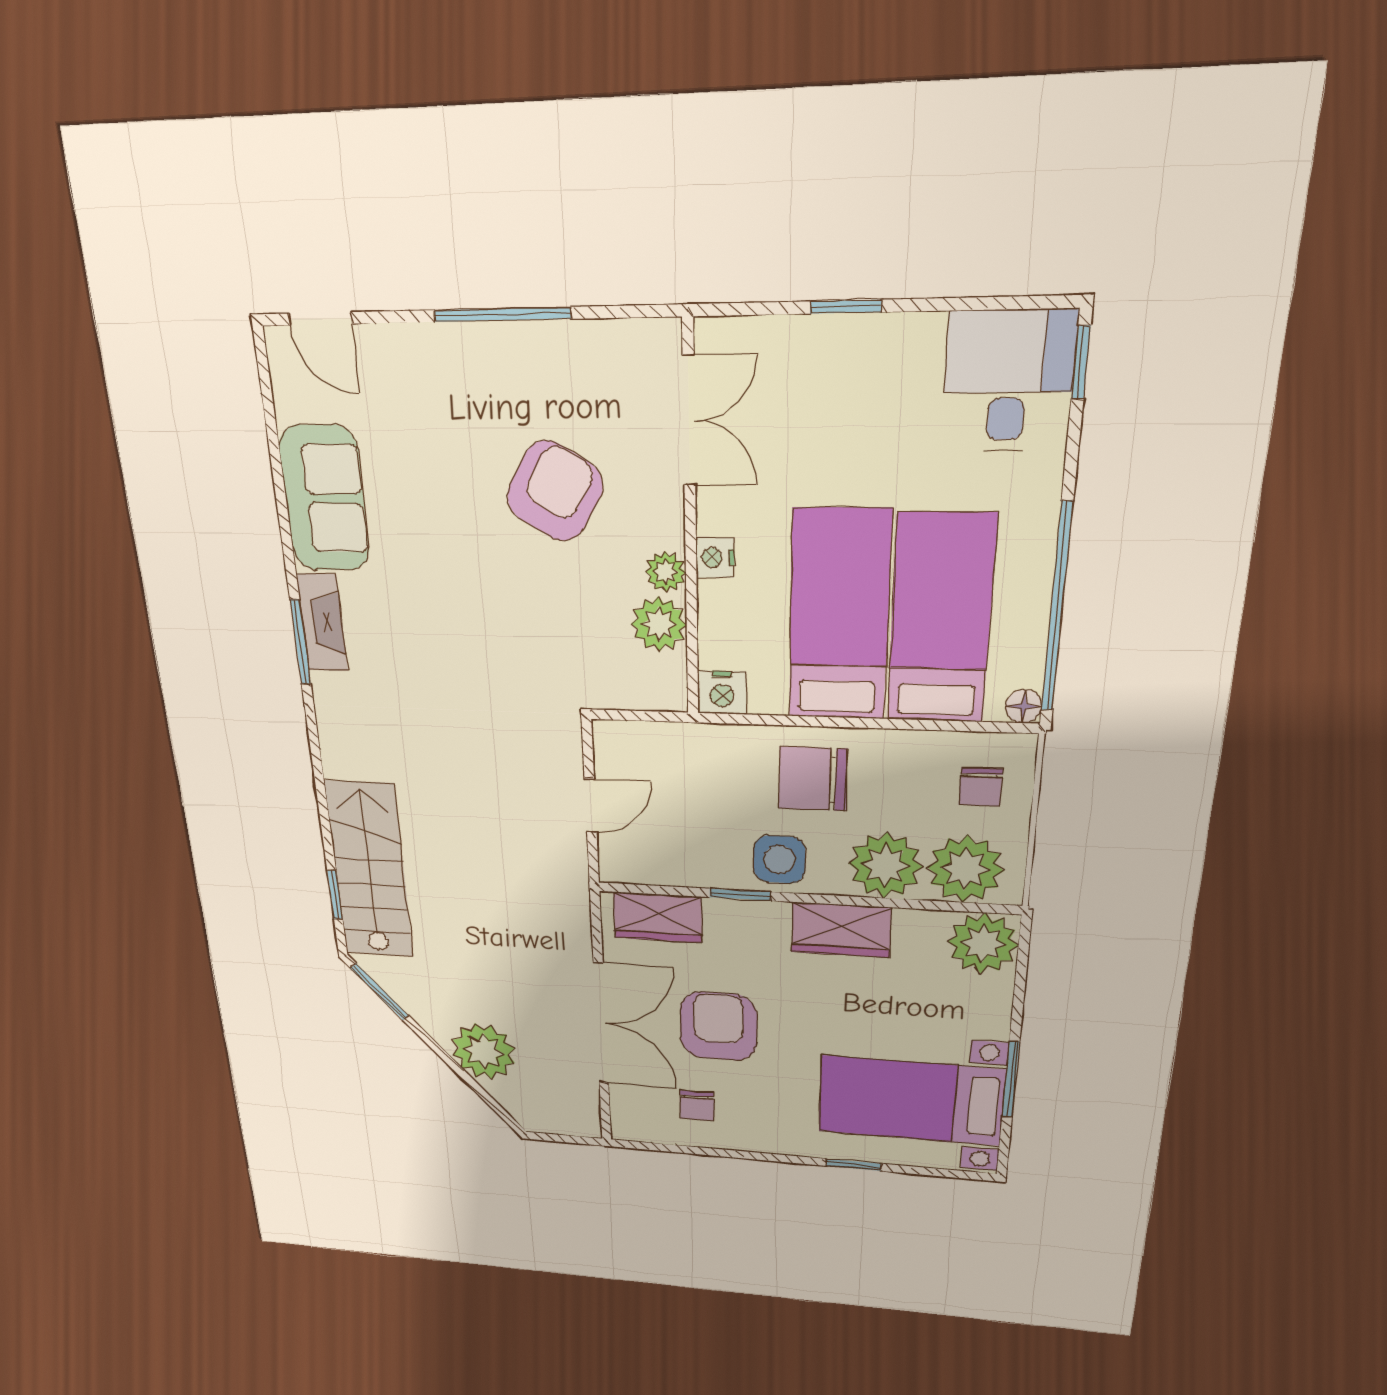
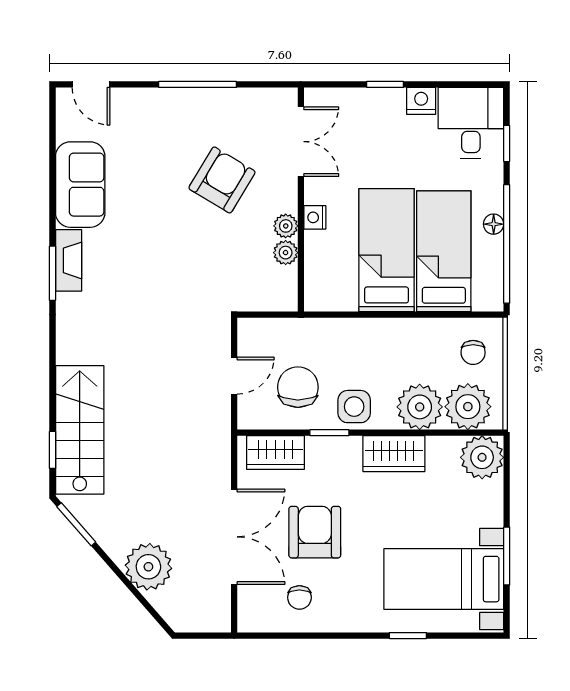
window: (1081, 363) -> (507, 144), moved
plant: (659, 624) -> (286, 253), width x0.73, depth x0.73
nightstand: (722, 692) -> (421, 101), moved, turned 180
floor lamp: (1024, 706) -> (494, 224), moved
chair: (813, 779) -> (298, 387), moved, turned 90

